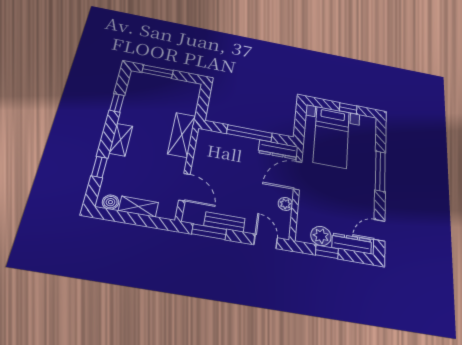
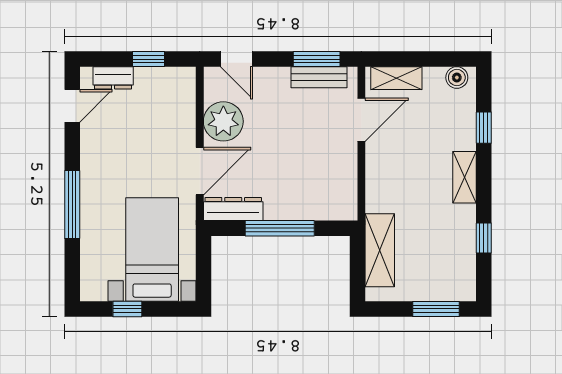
shelving: (182, 135) -> (380, 250), moved
door: (184, 187) -> (361, 120), swing flipped
plant: (285, 204) -> (223, 121), width x1.87, depth x1.87
shelving: (138, 207) -> (396, 78), moved
bench: (224, 222) -> (319, 77), moved
plant: (321, 236) -> (159, 81), removed
dresser: (352, 244) -> (113, 78), width x0.70

